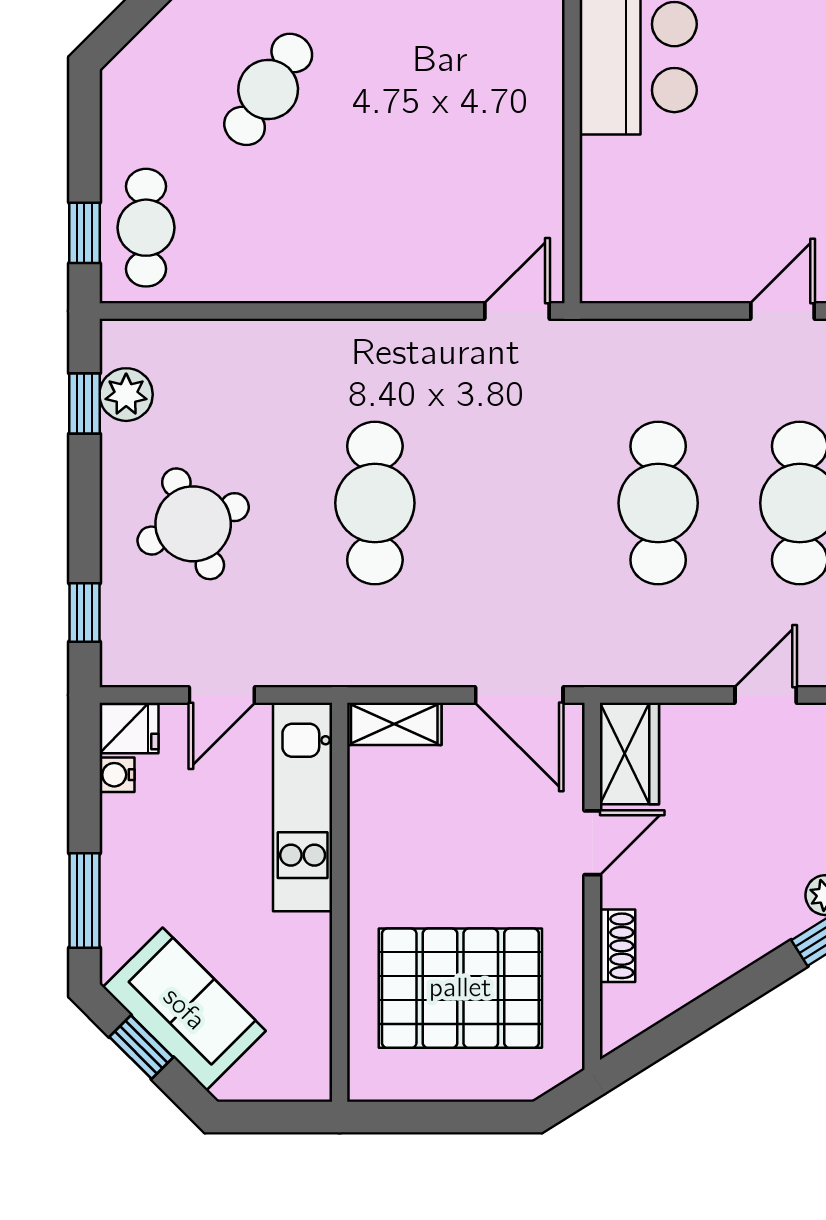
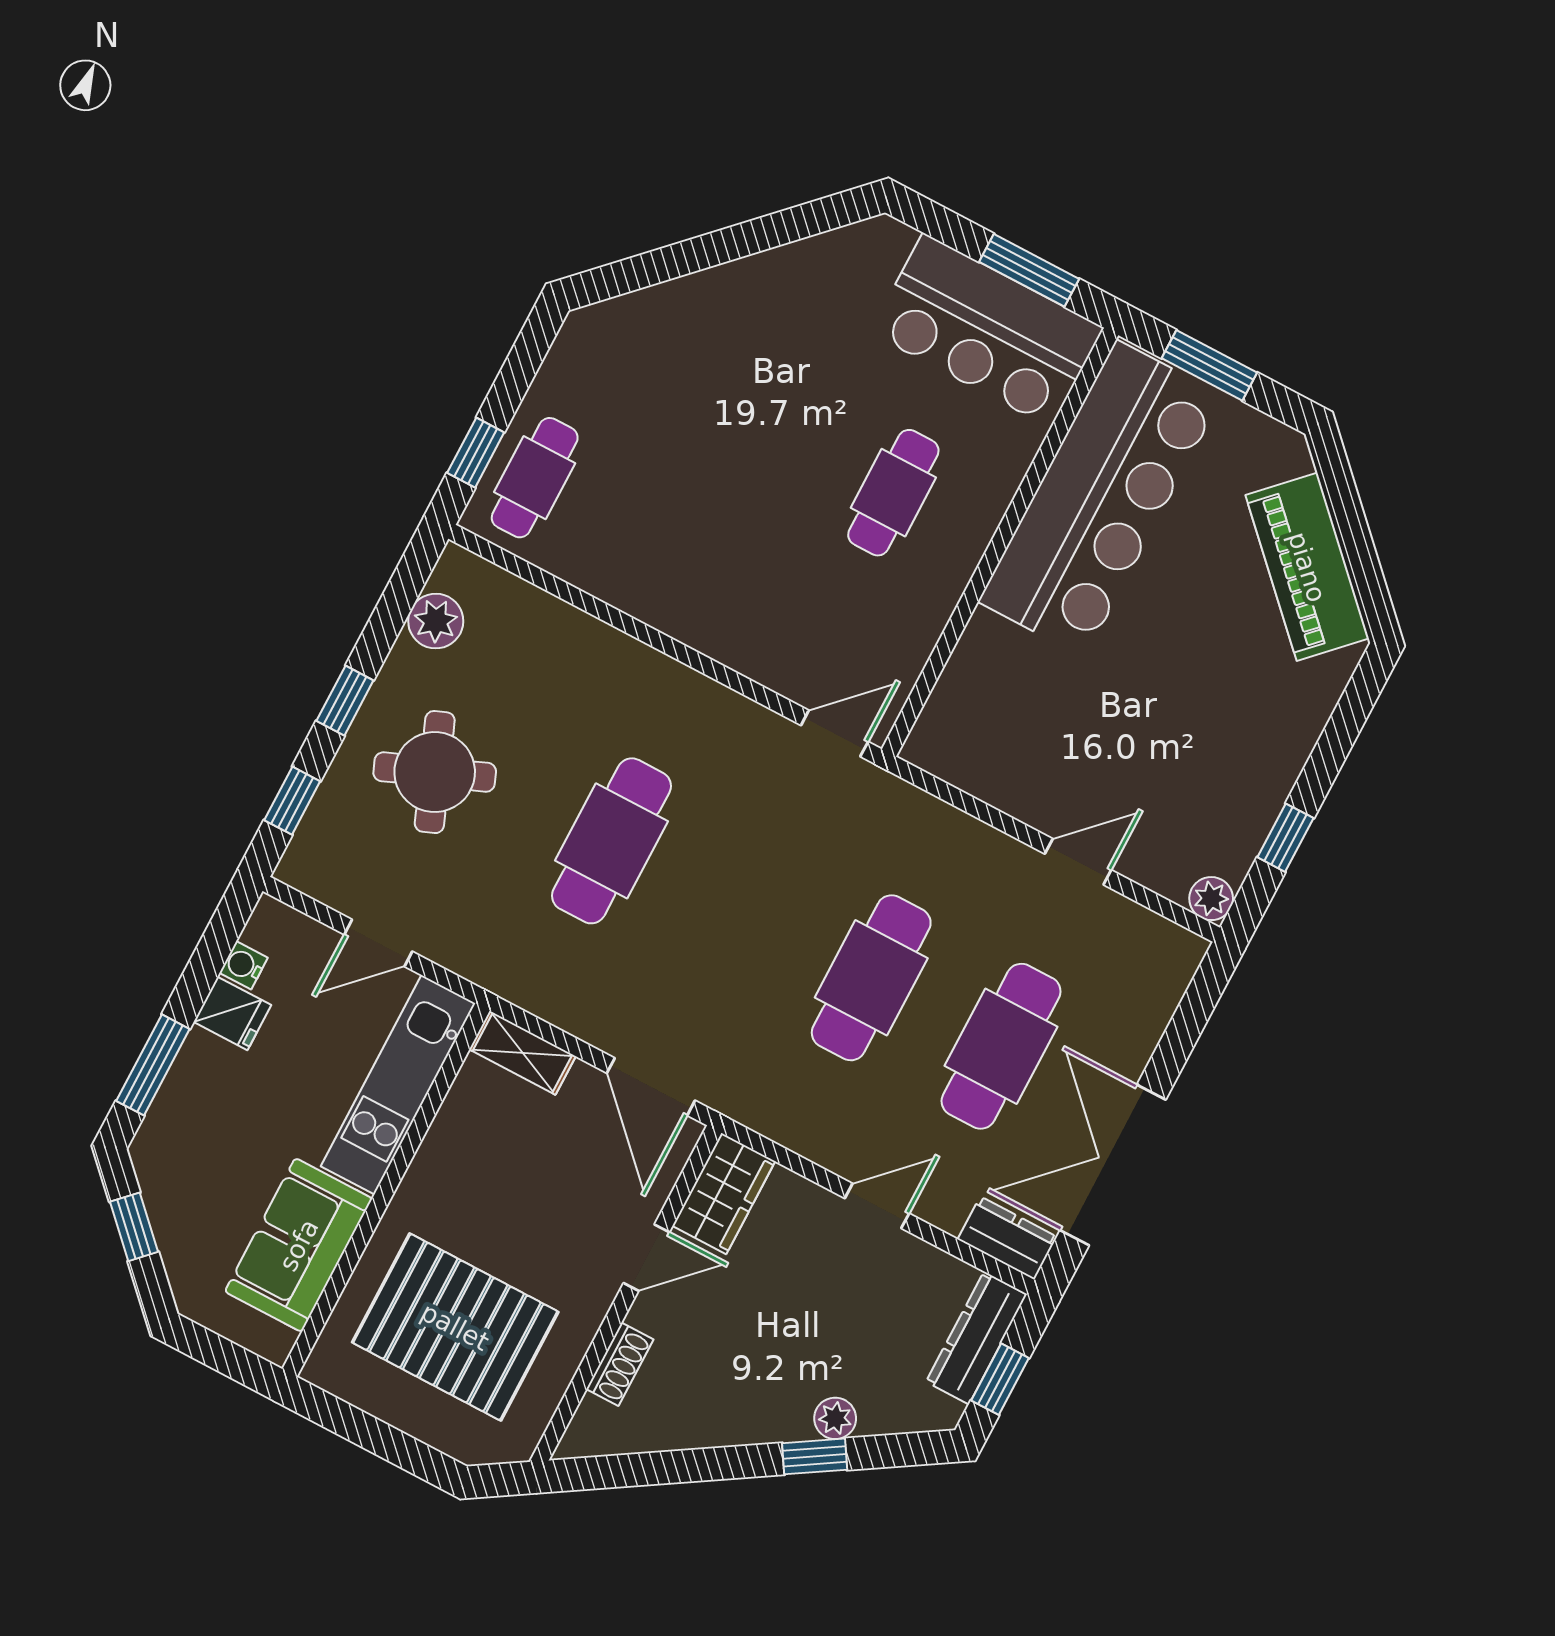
cafe table: (268, 89) -> (893, 493), moved, turned -33
window: (84, 404) -> (345, 701), moved
fridge: (129, 729) -> (232, 1013), moved
sofa: (184, 1009) -> (299, 1245), moved, turned -135

